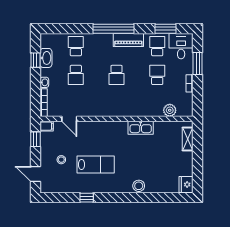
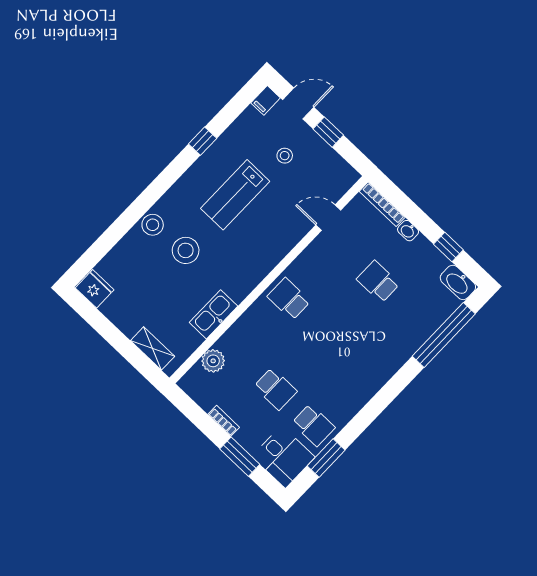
window: (114, 29) -> (444, 335), moved
piano: (128, 40) -> (358, 395), removed
school desk: (76, 46) -> (416, 318), removed
washbasin: (46, 58) -> (458, 282), moved
school desk: (117, 75) -> (289, 299), moved
filing cabinet: (47, 126) -> (266, 100), moved
kitchen sink: (141, 128) -> (213, 314), moved
window: (35, 139) -> (328, 132), moved
stool: (136, 163) -> (186, 250), added

